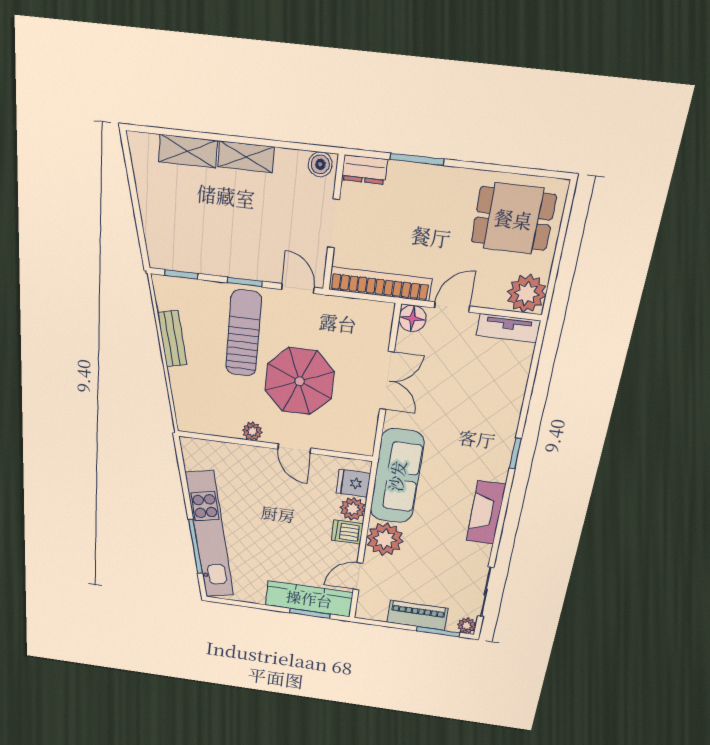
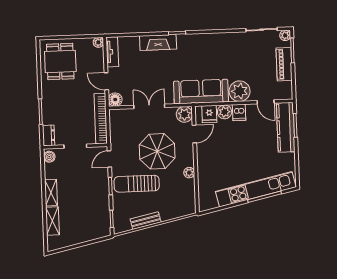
plant: (527, 294) -> (98, 42), width x0.53, depth x0.53
plant: (360, 441) -> (184, 114), added
door: (294, 449) -> (194, 134), moved
fireplace: (486, 513) -> (158, 42), moved

